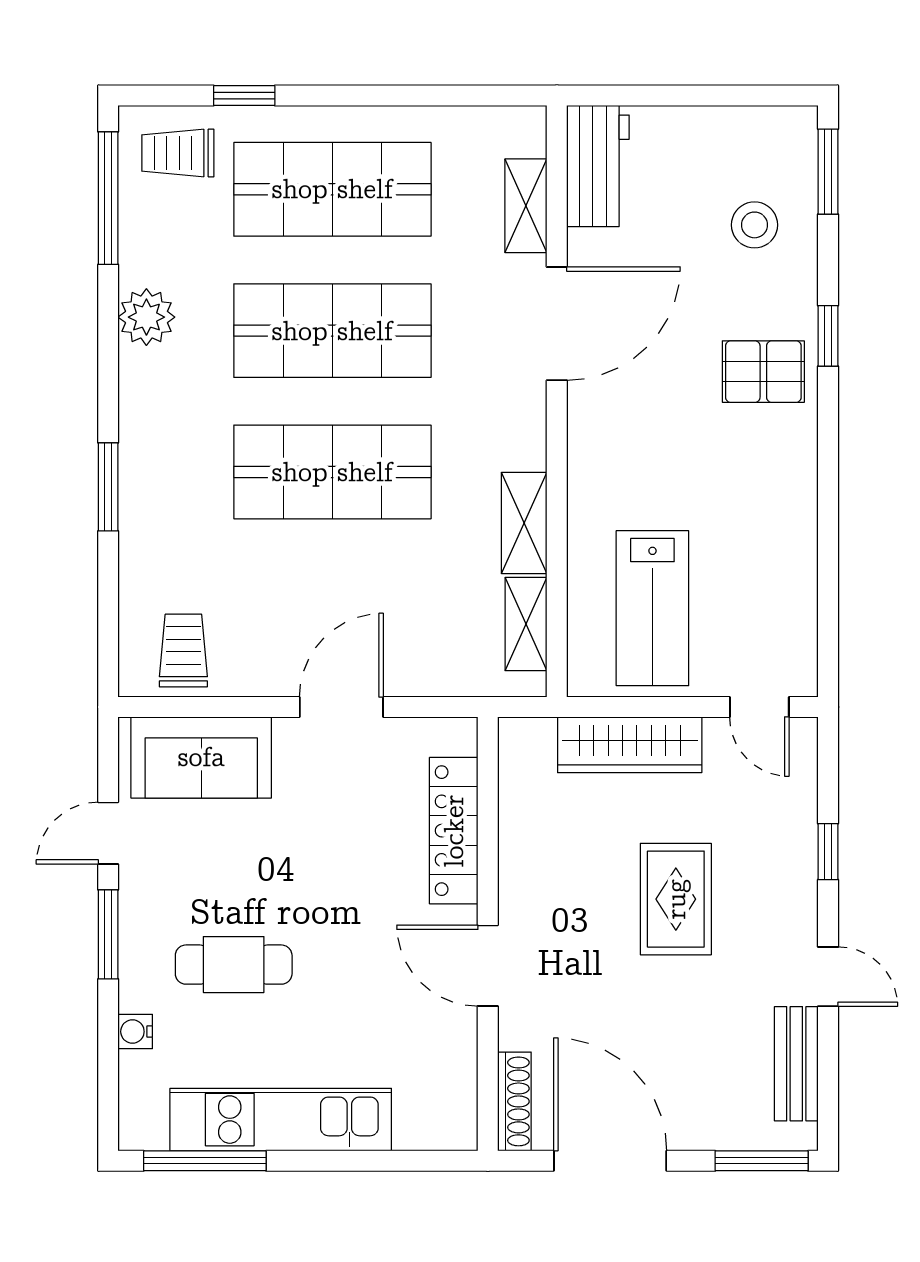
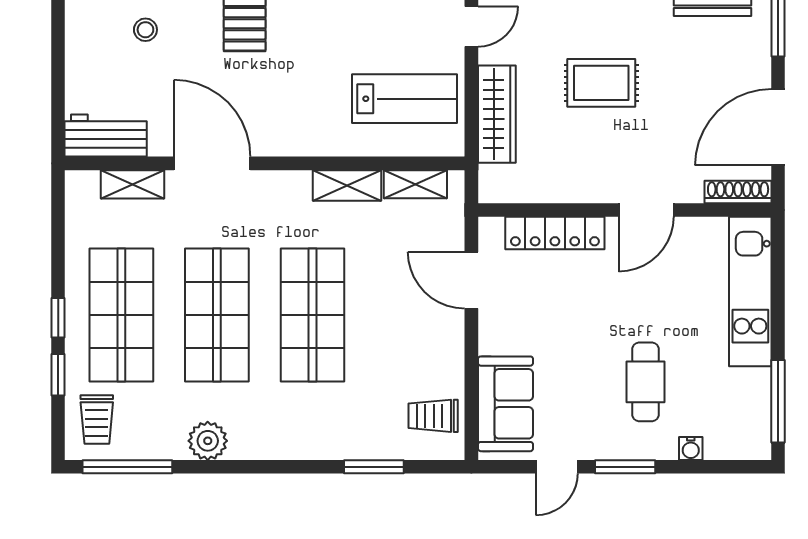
window: (329, 96) -> (58, 318), added
stool: (754, 225) -> (145, 30), width x0.73, depth x0.73
window: (108, 487) -> (374, 467), moved
door: (341, 707) -> (471, 280), moved
door: (108, 833) -> (557, 467), hinge flipped
kitchen unit: (281, 1120) -> (750, 292), moved

